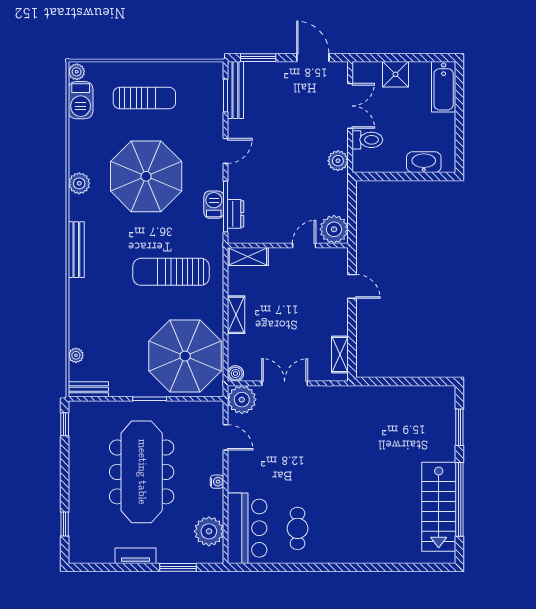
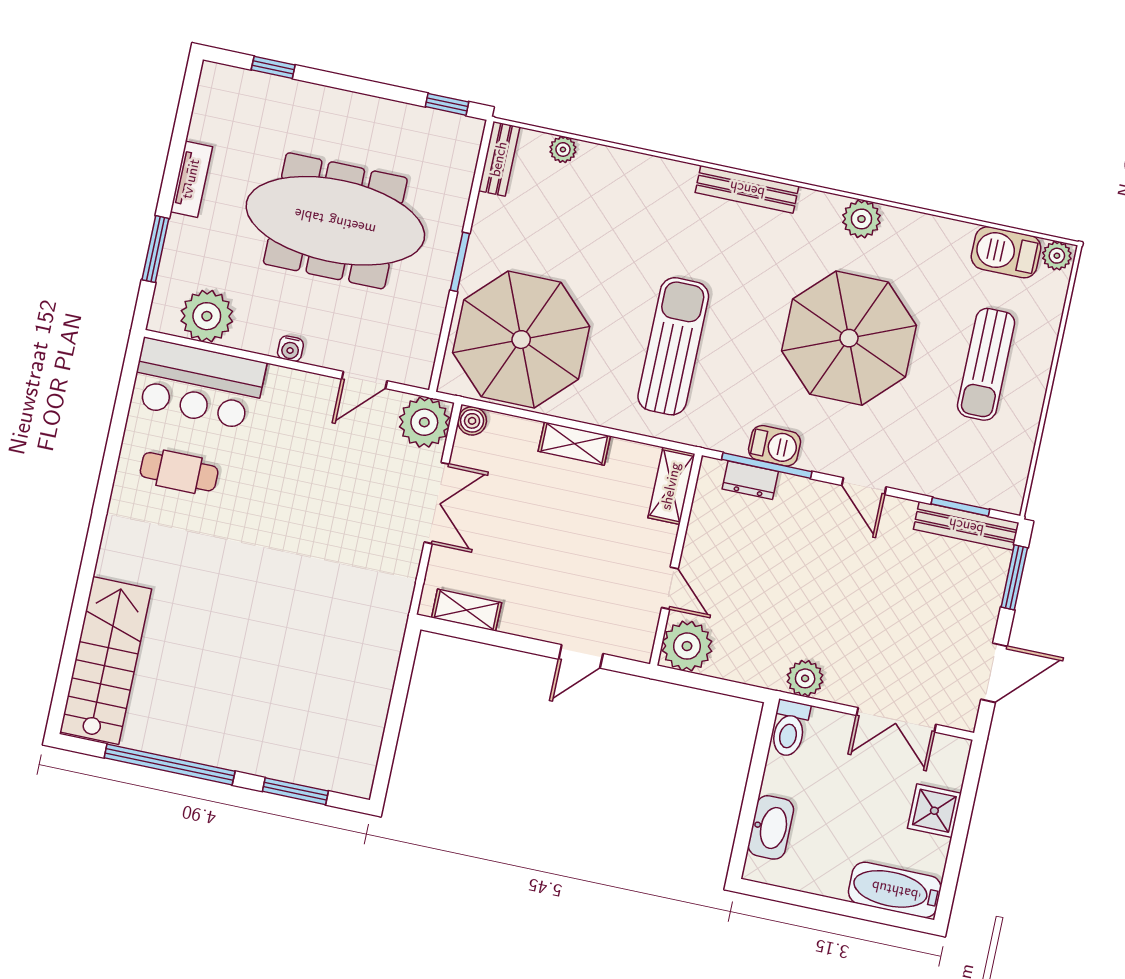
toilet: (367, 140) -> (790, 729), moved
stairs: (439, 507) -> (106, 661), moved, turned 90

